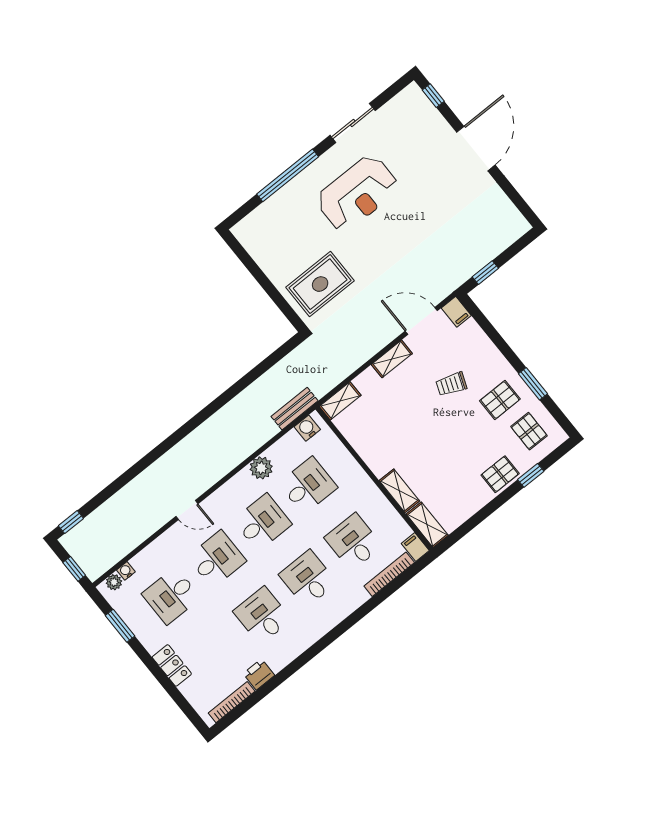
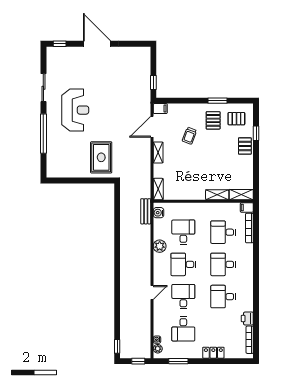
desk: (262, 522) -> (183, 264), turned -90

